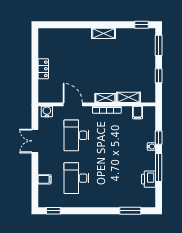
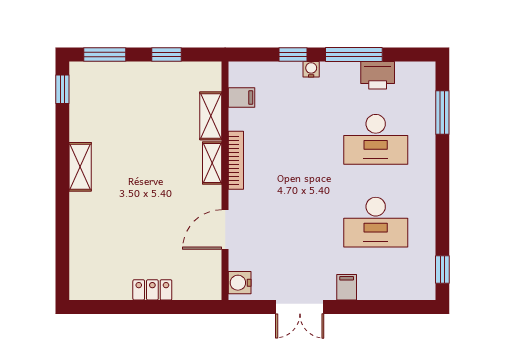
desk: (76, 135) -> (376, 139), moved
filing cabinet: (45, 179) -> (347, 287), moved

